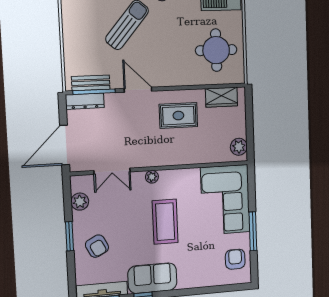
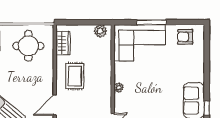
plant: (152, 177) -> (119, 88), moved
coffee table: (165, 222) -> (153, 89), removed
window: (253, 231) -> (152, 22), moved

